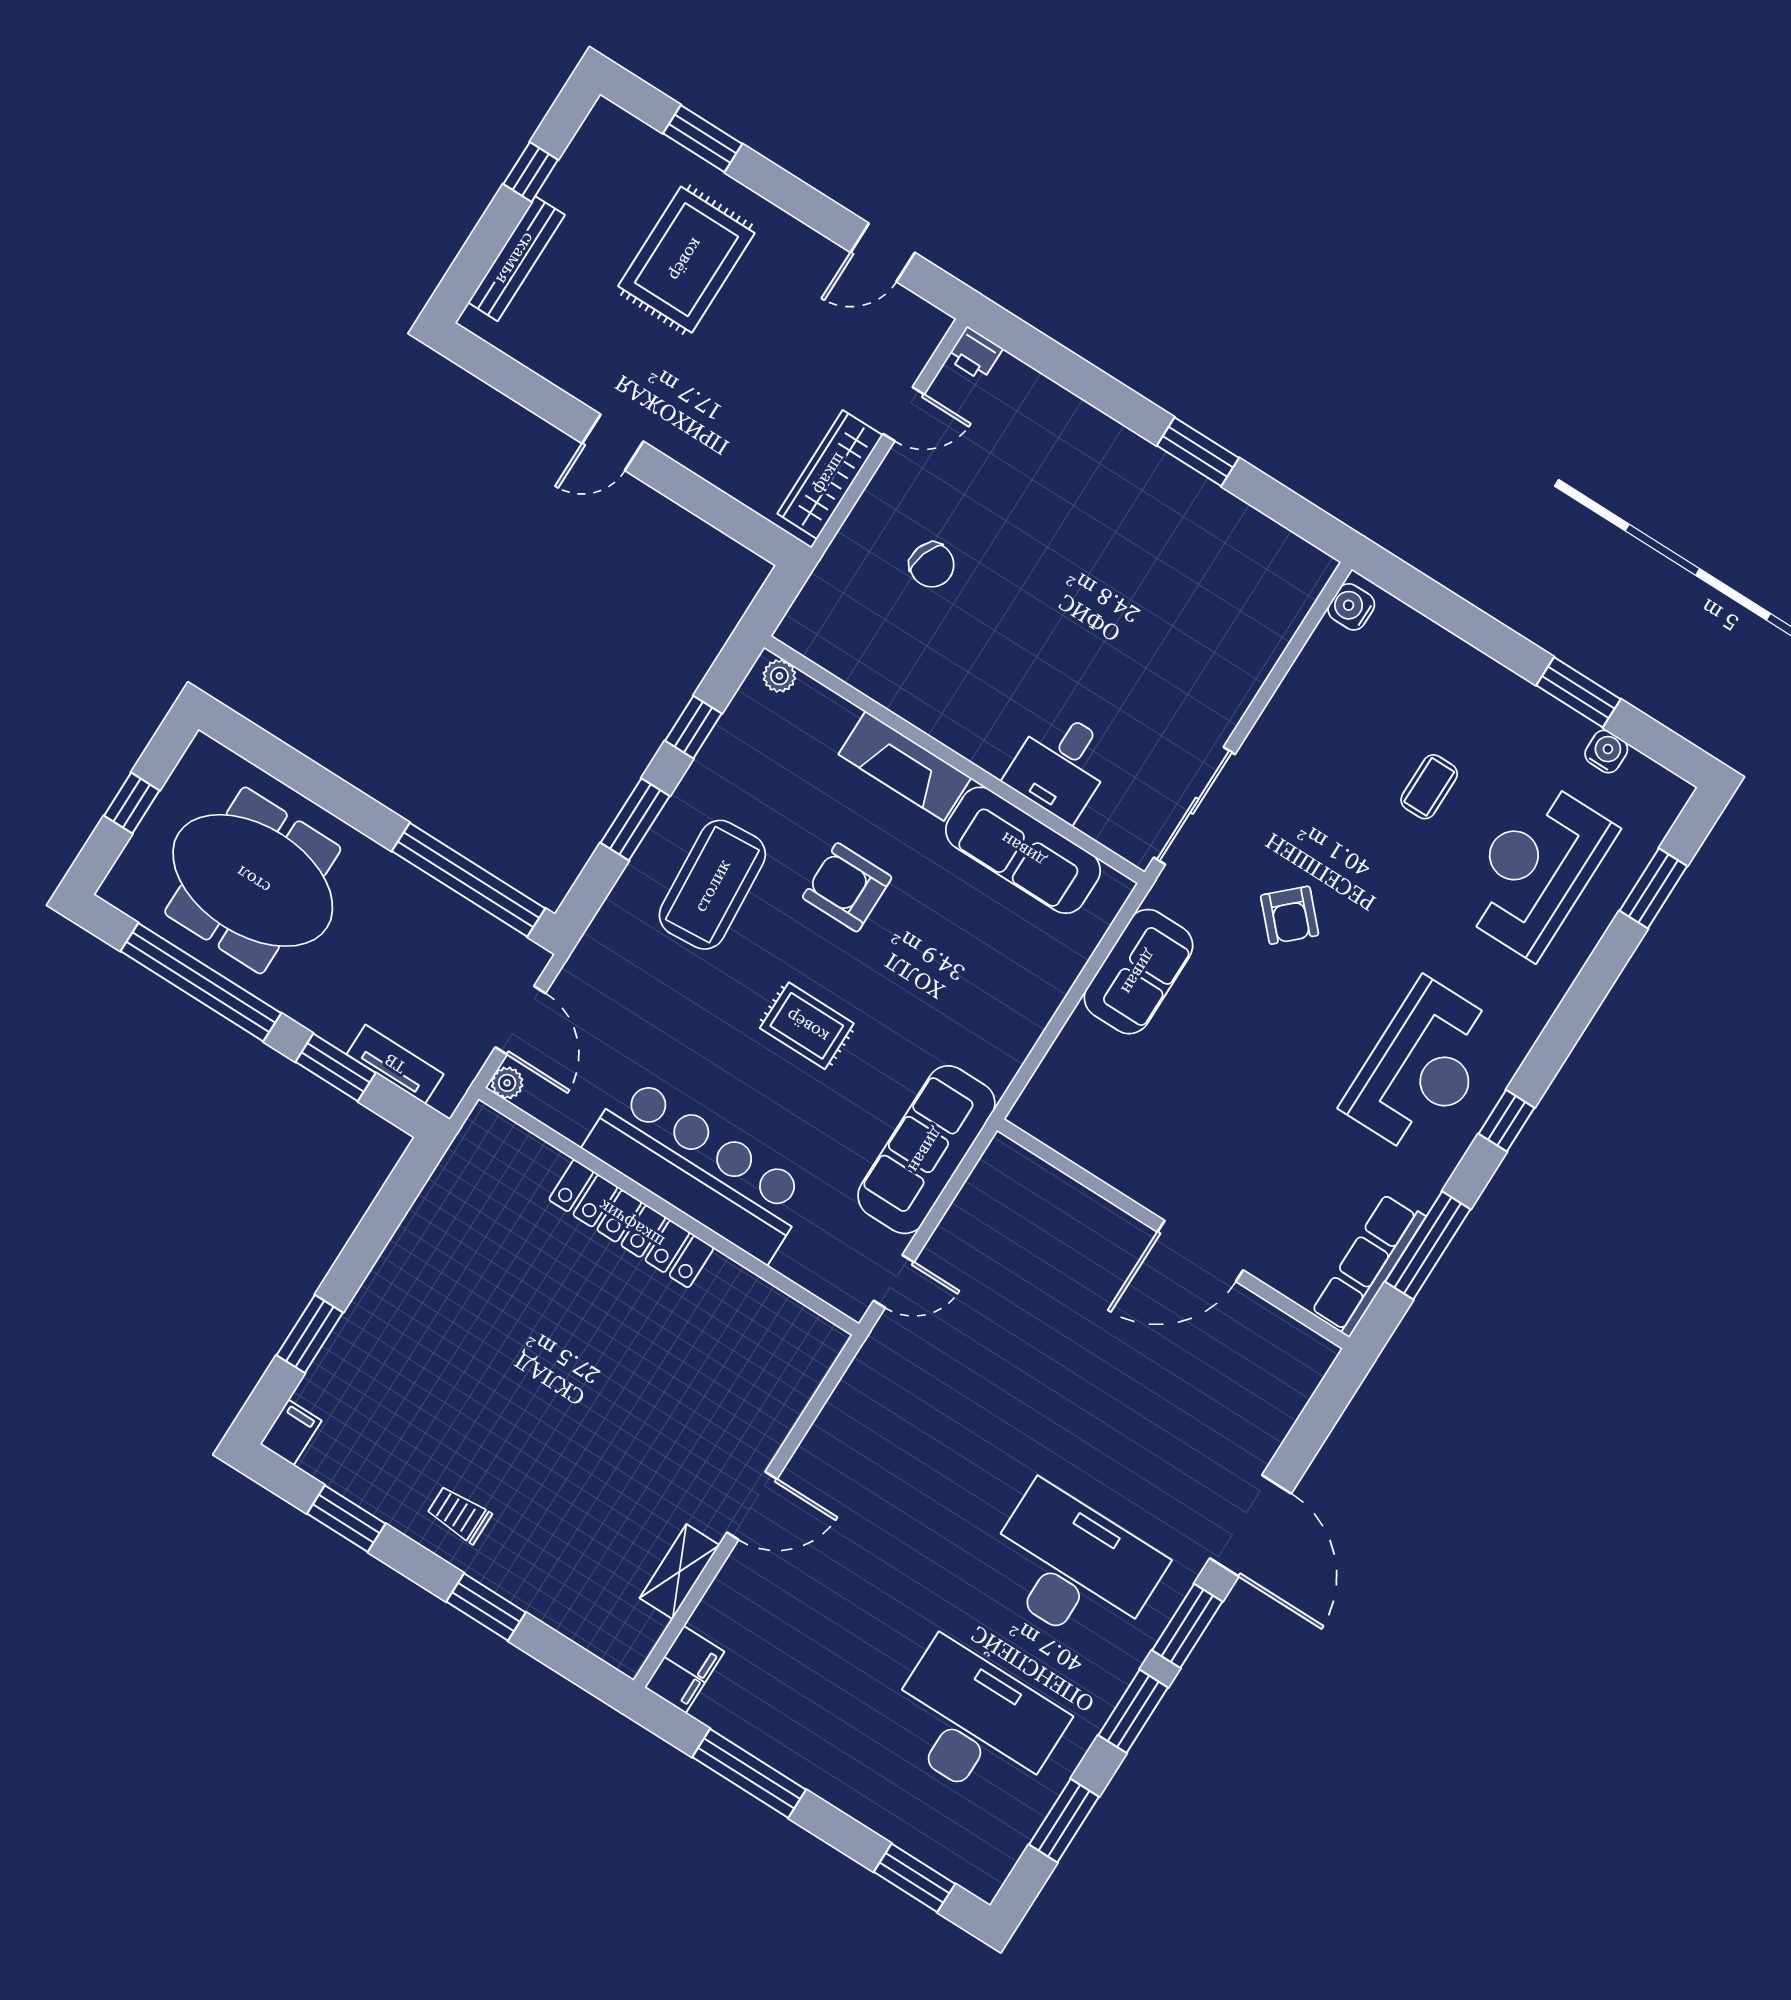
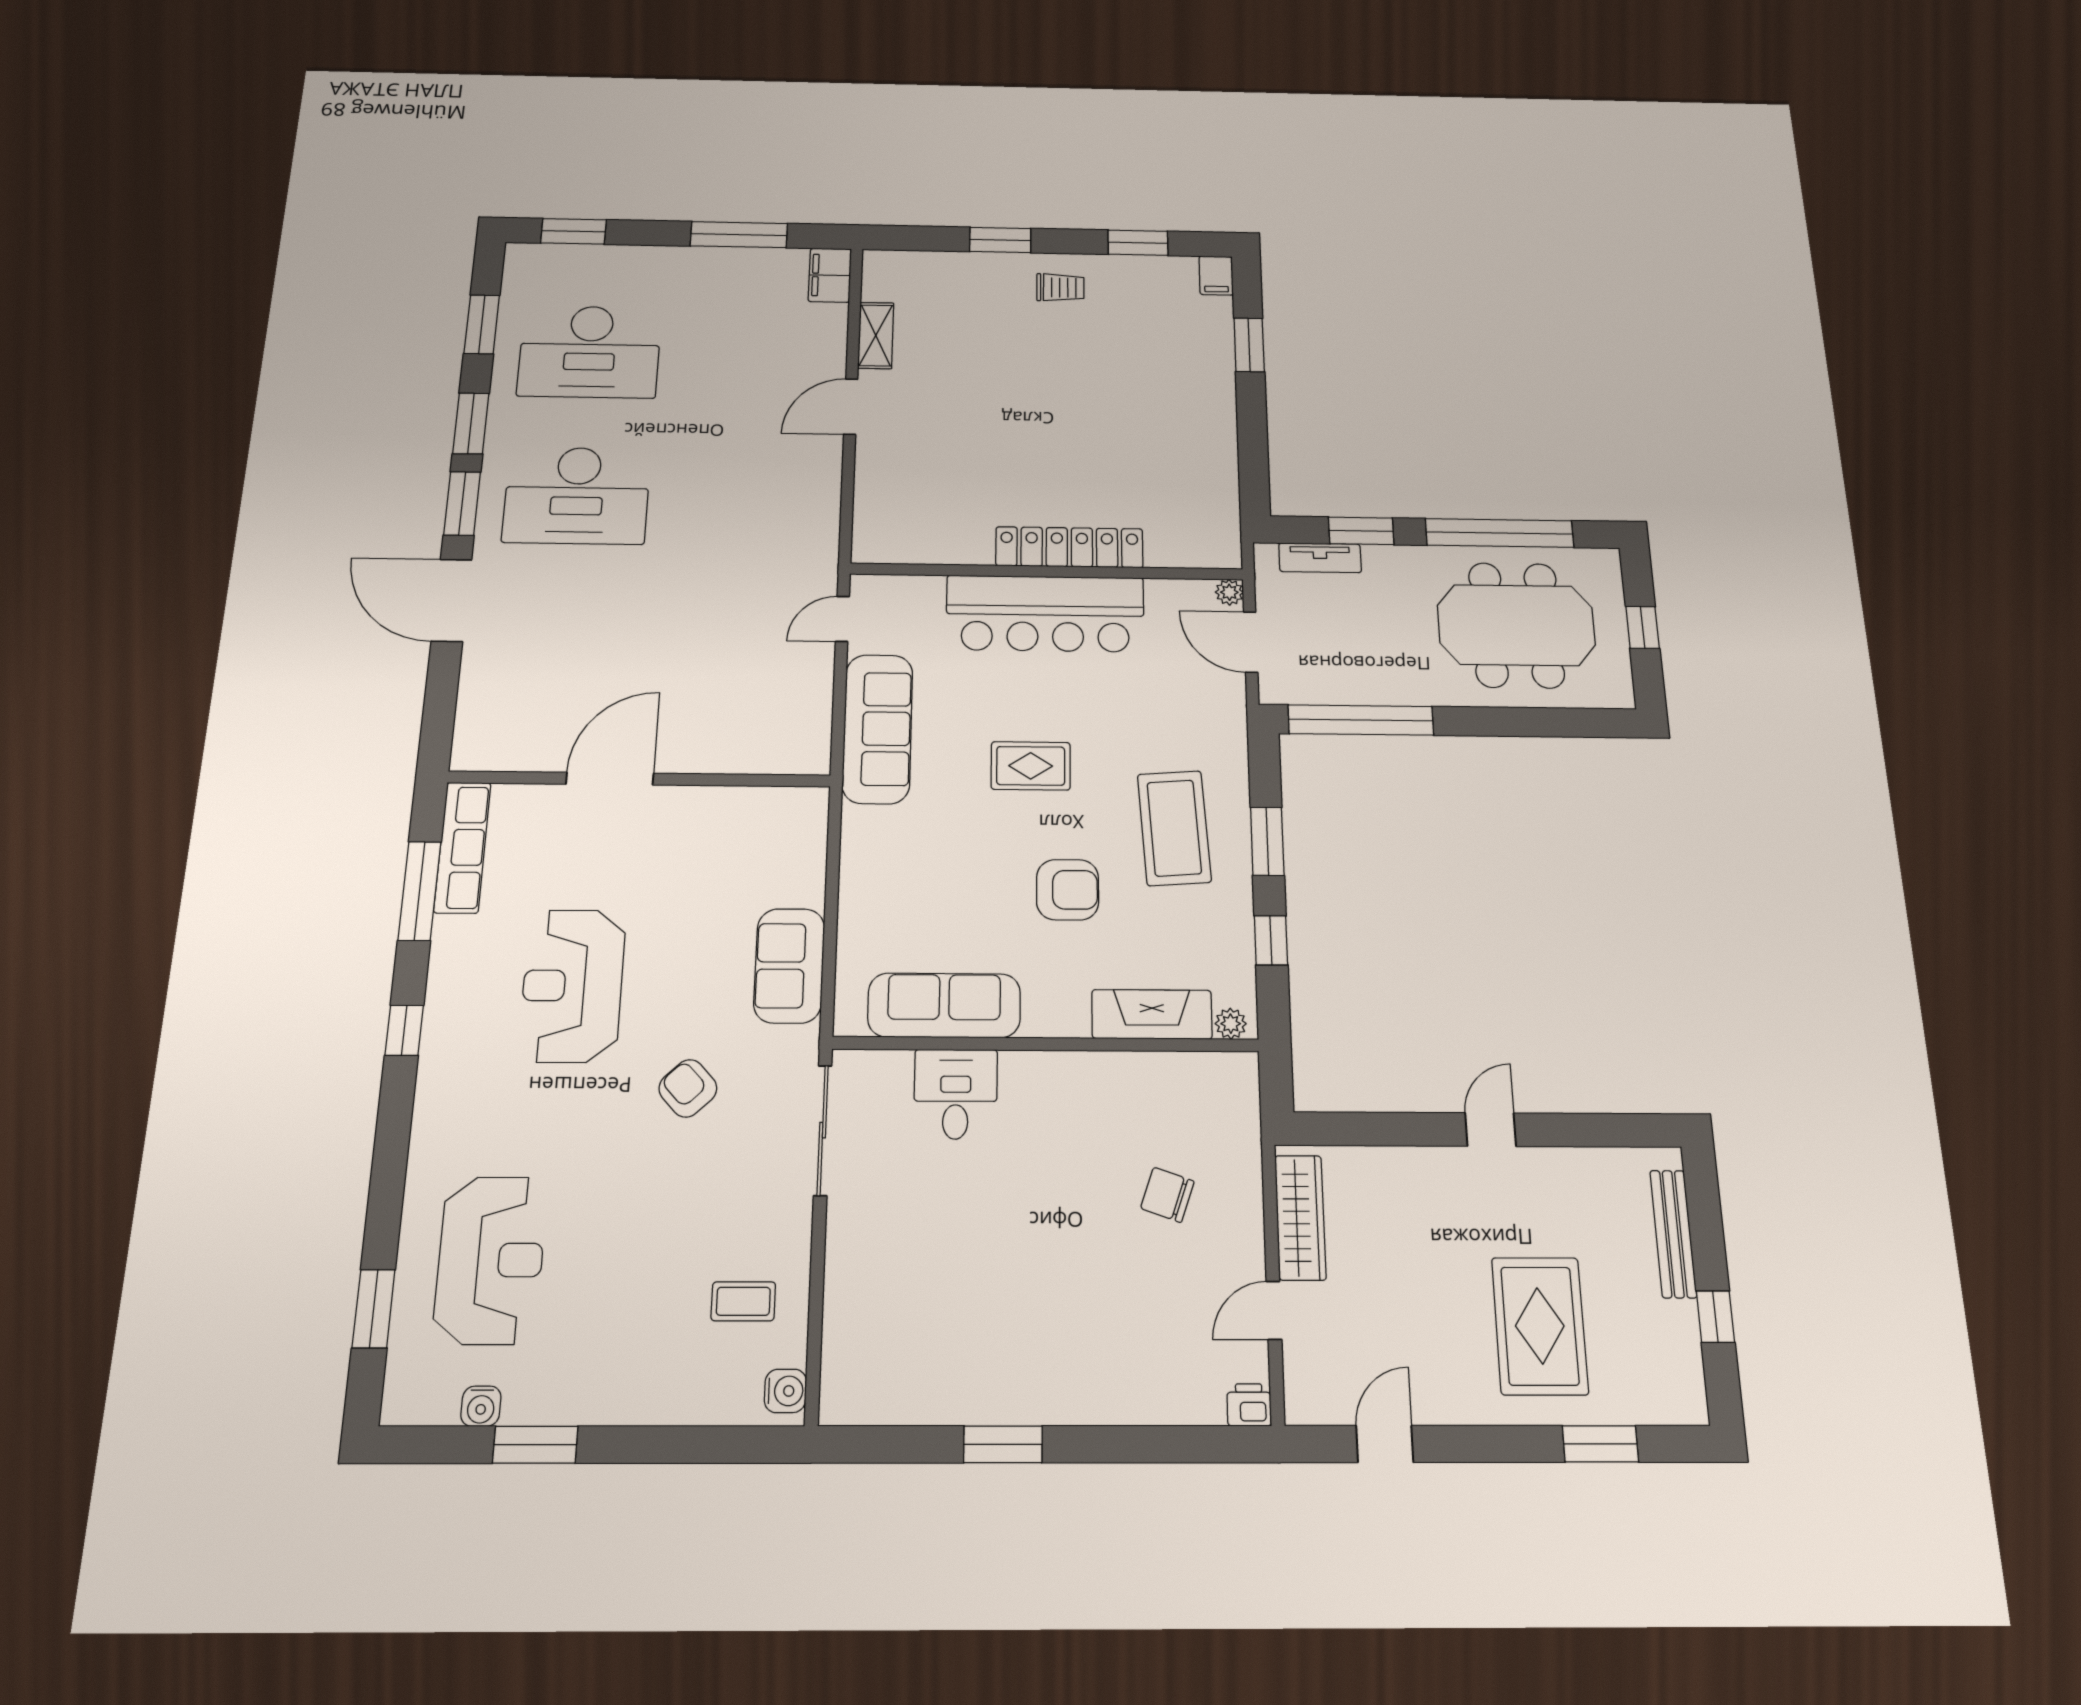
fireplace: (905, 766) -> (1152, 1014), moved
coffee table: (1429, 787) -> (743, 1301), moved, turned 90
reception desk: (1422, 1068) -> (572, 986), moved

